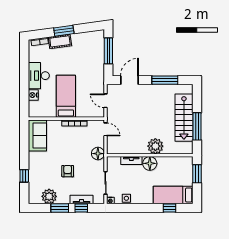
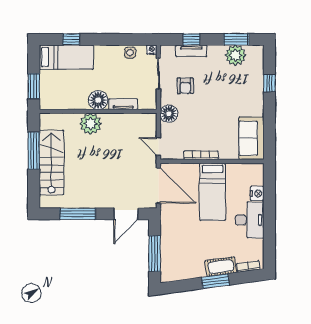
door: (106, 101) -> (158, 186), width x1.88
armchair: (68, 171) -> (185, 86), moved
window: (60, 208) -> (236, 39), moved

